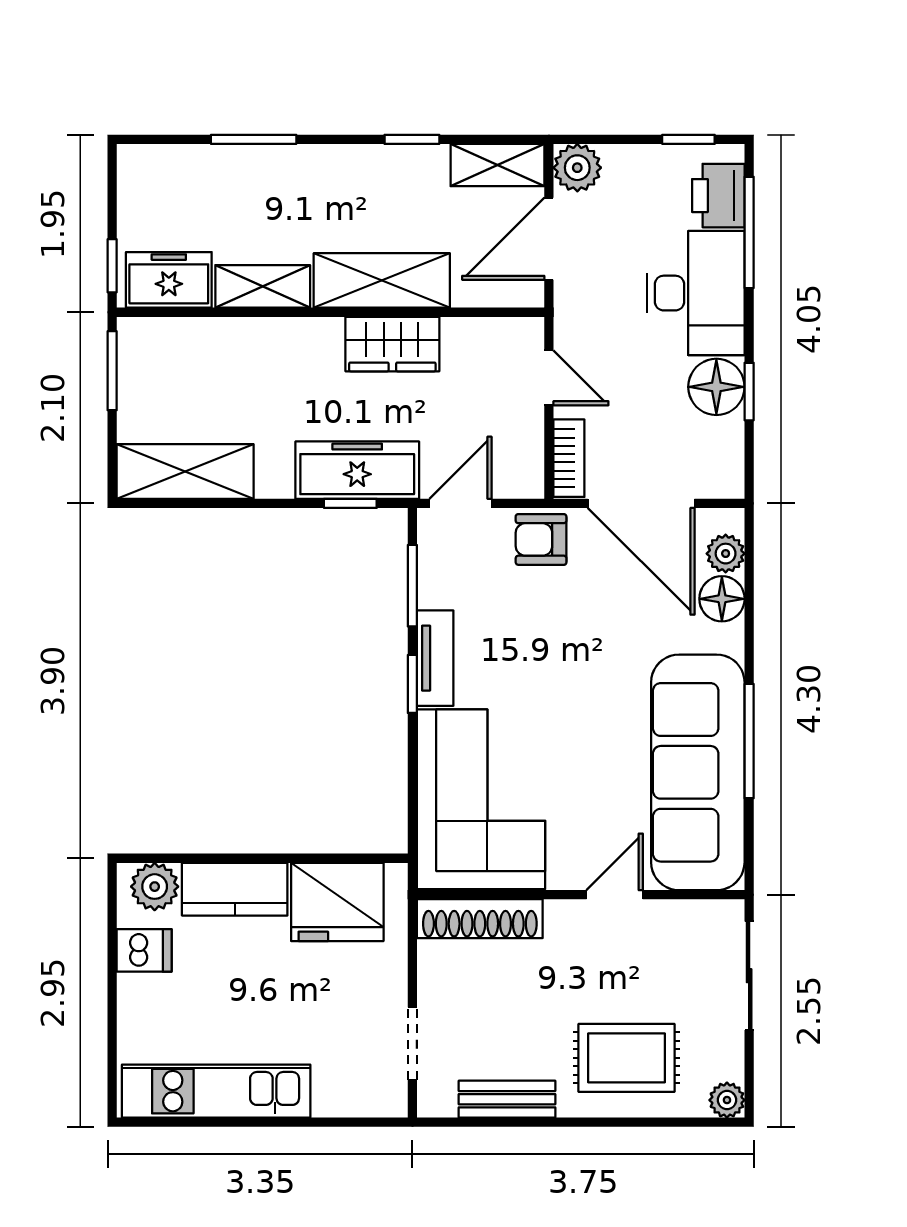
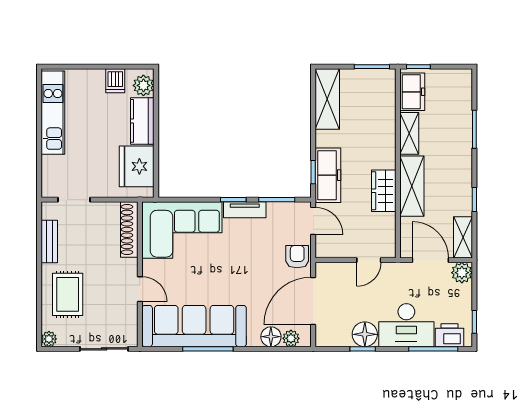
bookcase: (569, 458) -> (333, 269), removed

